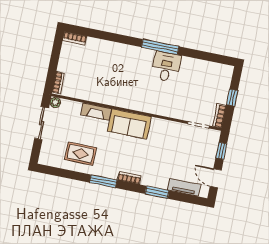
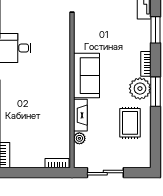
plant: (55, 102) -> (79, 138), moved
plant: (109, 168) -> (140, 89), added

